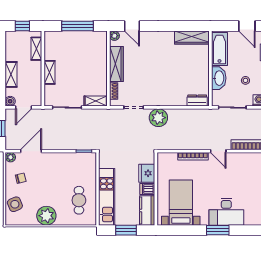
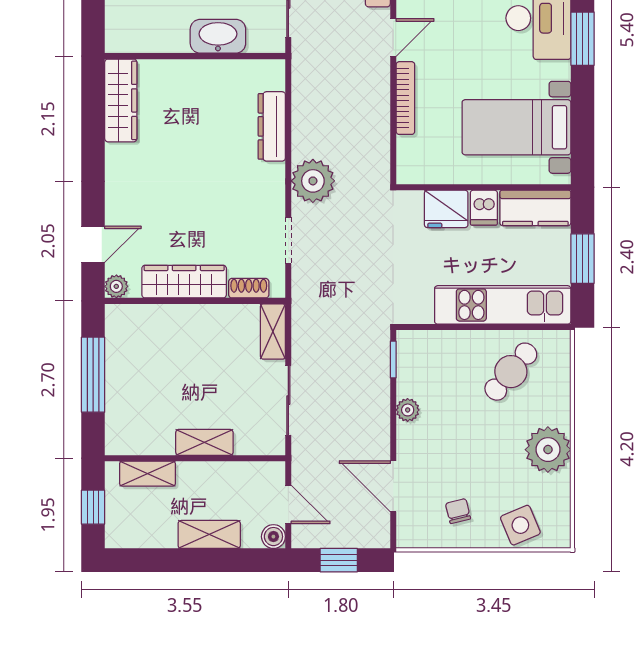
bathtub: (219, 49) -> (148, 34), removed
dresser: (197, 101) -> (272, 126), moved, width x1.44
plant: (11, 157) -> (408, 410), moved
cafe table: (79, 200) -> (511, 372), turned -50

